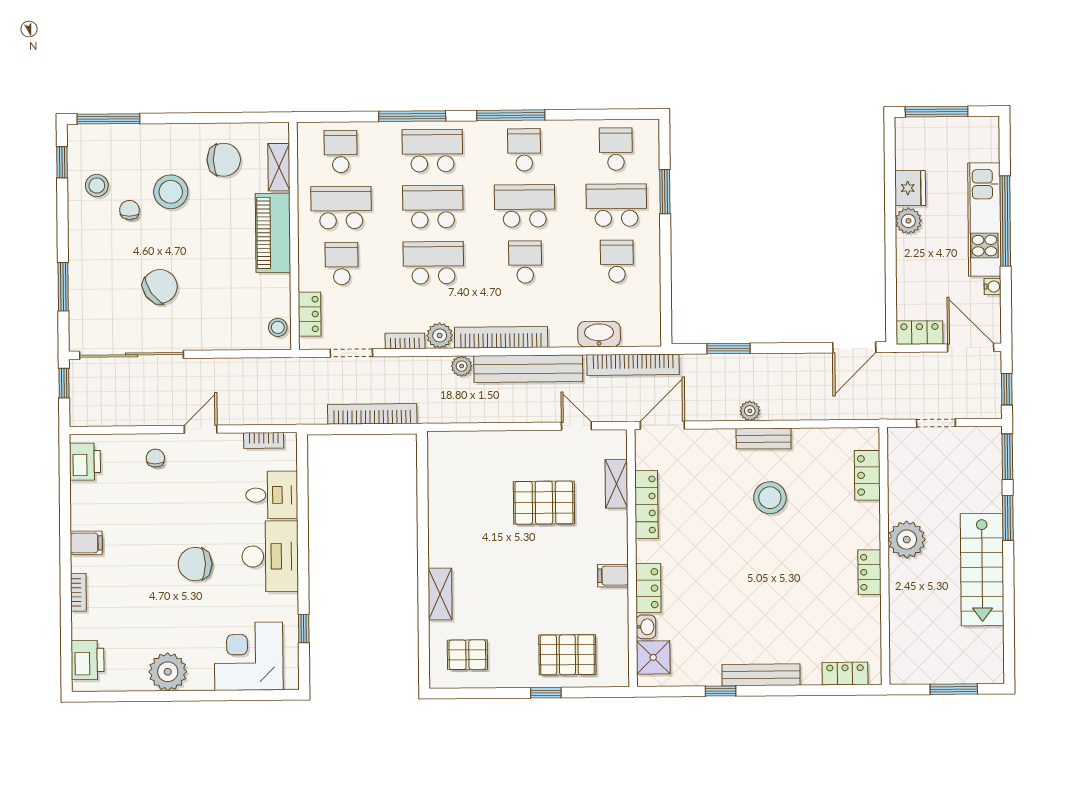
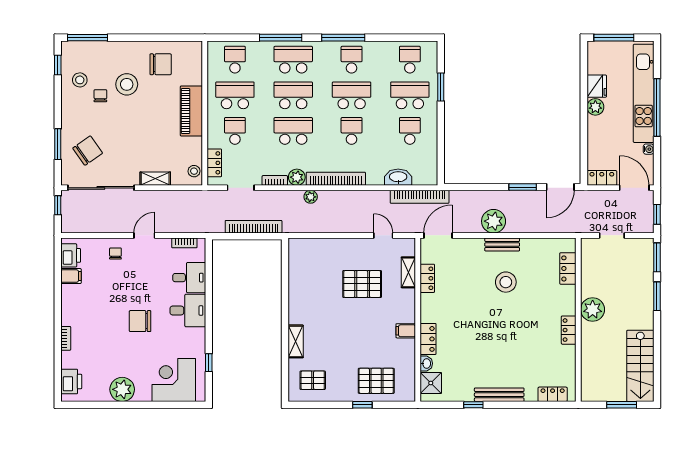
shelving: (279, 167) -> (155, 179), moved, turned 90
kitchen unit: (984, 219) -> (644, 93), width x1.36
chair: (160, 286) -> (88, 151), moved
window: (729, 348) -> (523, 187), moved
bench: (528, 369) -> (353, 199), removed
plant: (750, 411) -> (494, 221), width x1.88, depth x1.88
locker: (646, 505) -> (427, 278), width x0.66
filing cabinet: (86, 543) -> (71, 276), moved
desk: (270, 556) -> (188, 311), width x0.73
stairs: (982, 570) -> (640, 366), moved

